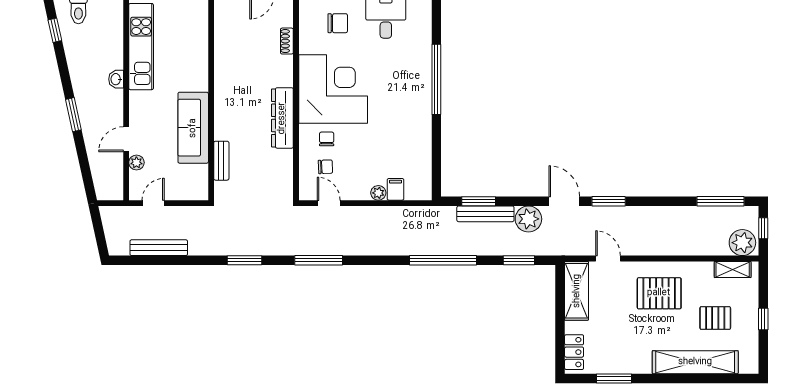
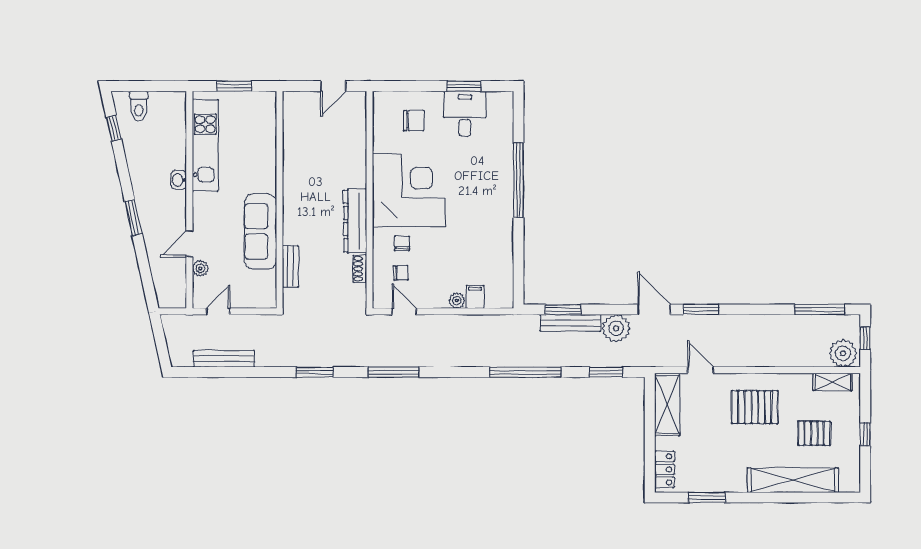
shoe rack: (287, 41) -> (360, 269), moved

